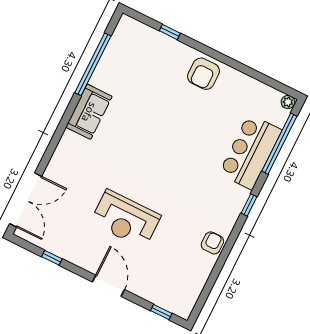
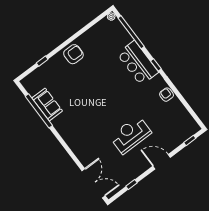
armchair: (204, 74) -> (73, 54), turned -90
sofa: (89, 112) -> (47, 104), moved
bar counter: (250, 152) -> (138, 63), moved
reception desk: (126, 219) -> (130, 135), turned 180

